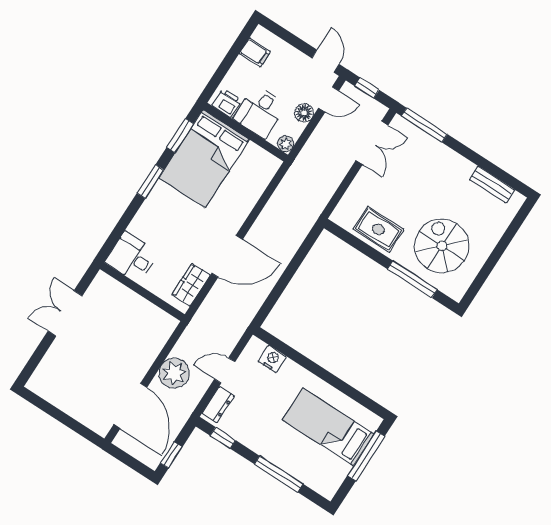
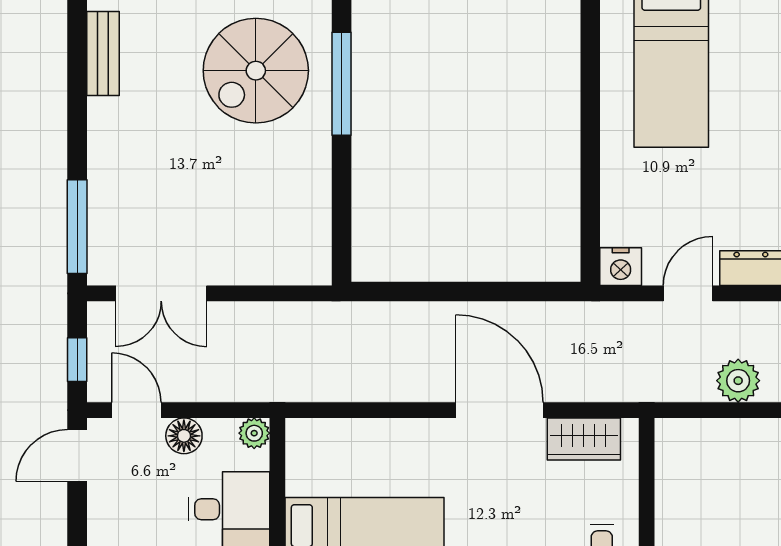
double door: (372, 143) -> (161, 293), swing flipped
rug: (378, 229) -> (296, 192), removed
nightstand: (272, 359) -> (621, 267), moved, turned -90
door: (225, 370) -> (688, 293), swing flipped
plant: (174, 373) -> (738, 381), width x0.73, depth x0.73

